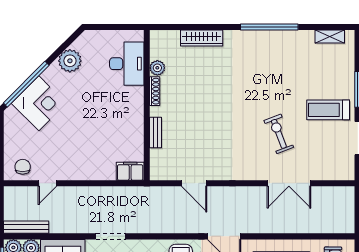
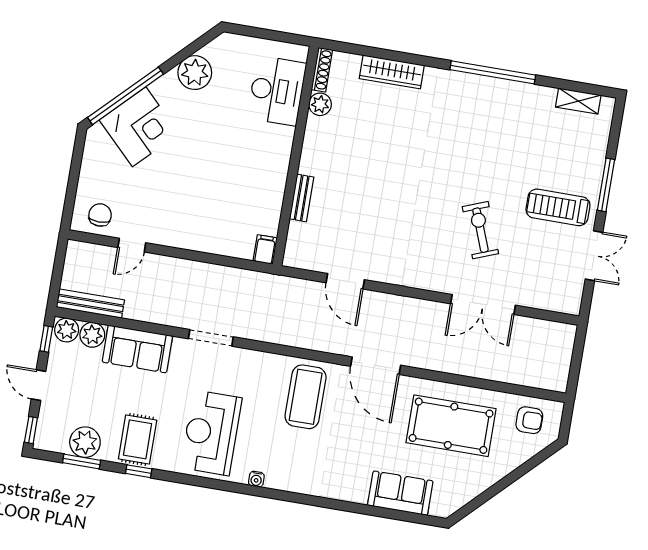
shoe rack: (155, 91) -> (322, 70), moved
filing cabinet: (130, 171) -> (265, 250), width x0.50

